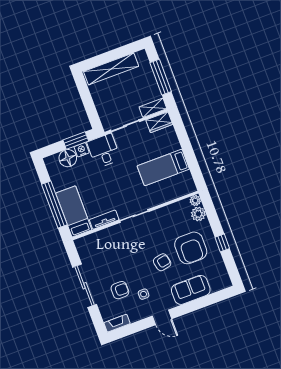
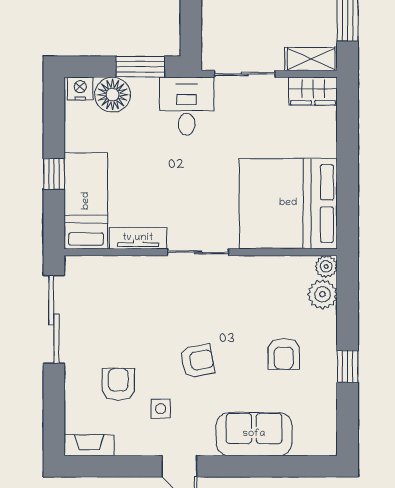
nightstand: (82, 150) -> (80, 89), moved
bed: (163, 168) -> (288, 203), width x2.04
window: (54, 205) -> (54, 174), width x0.32
armchair: (191, 248) -> (284, 354), width x0.53, depth x0.53
armchair: (162, 262) -> (197, 361), moved
sliding door: (85, 286) -> (54, 319), moved
armchair: (120, 290) -> (118, 384), turned -90

